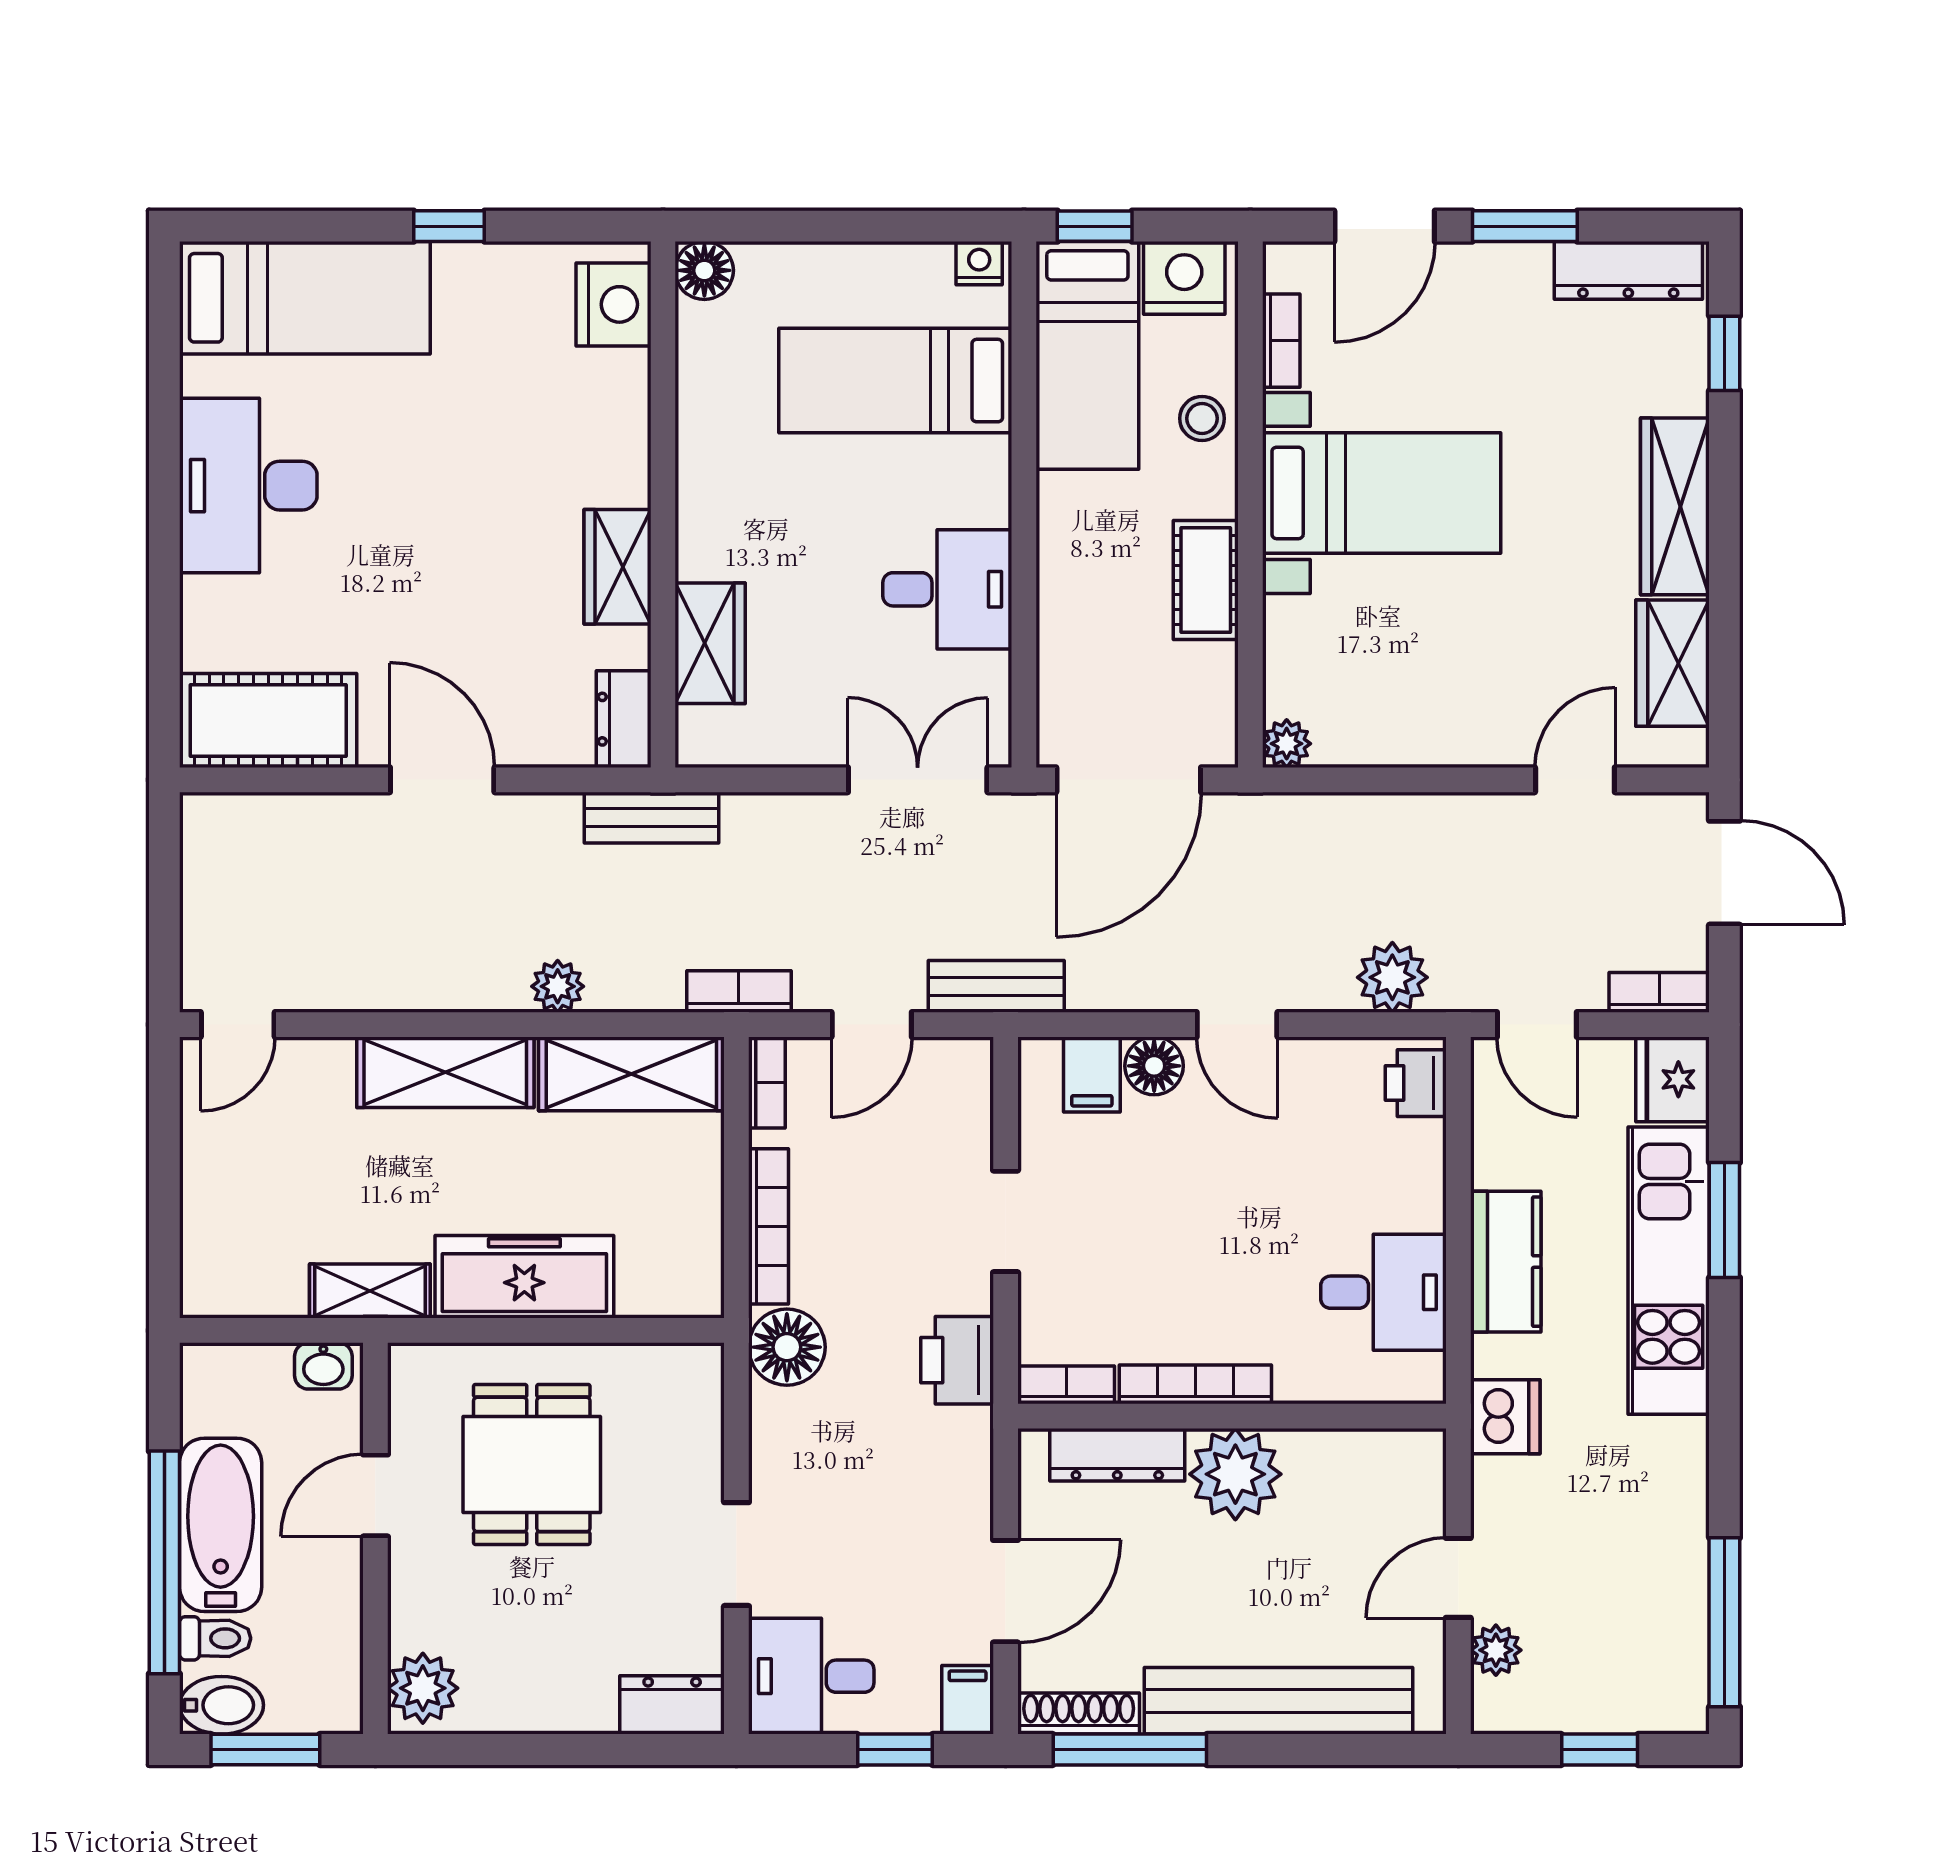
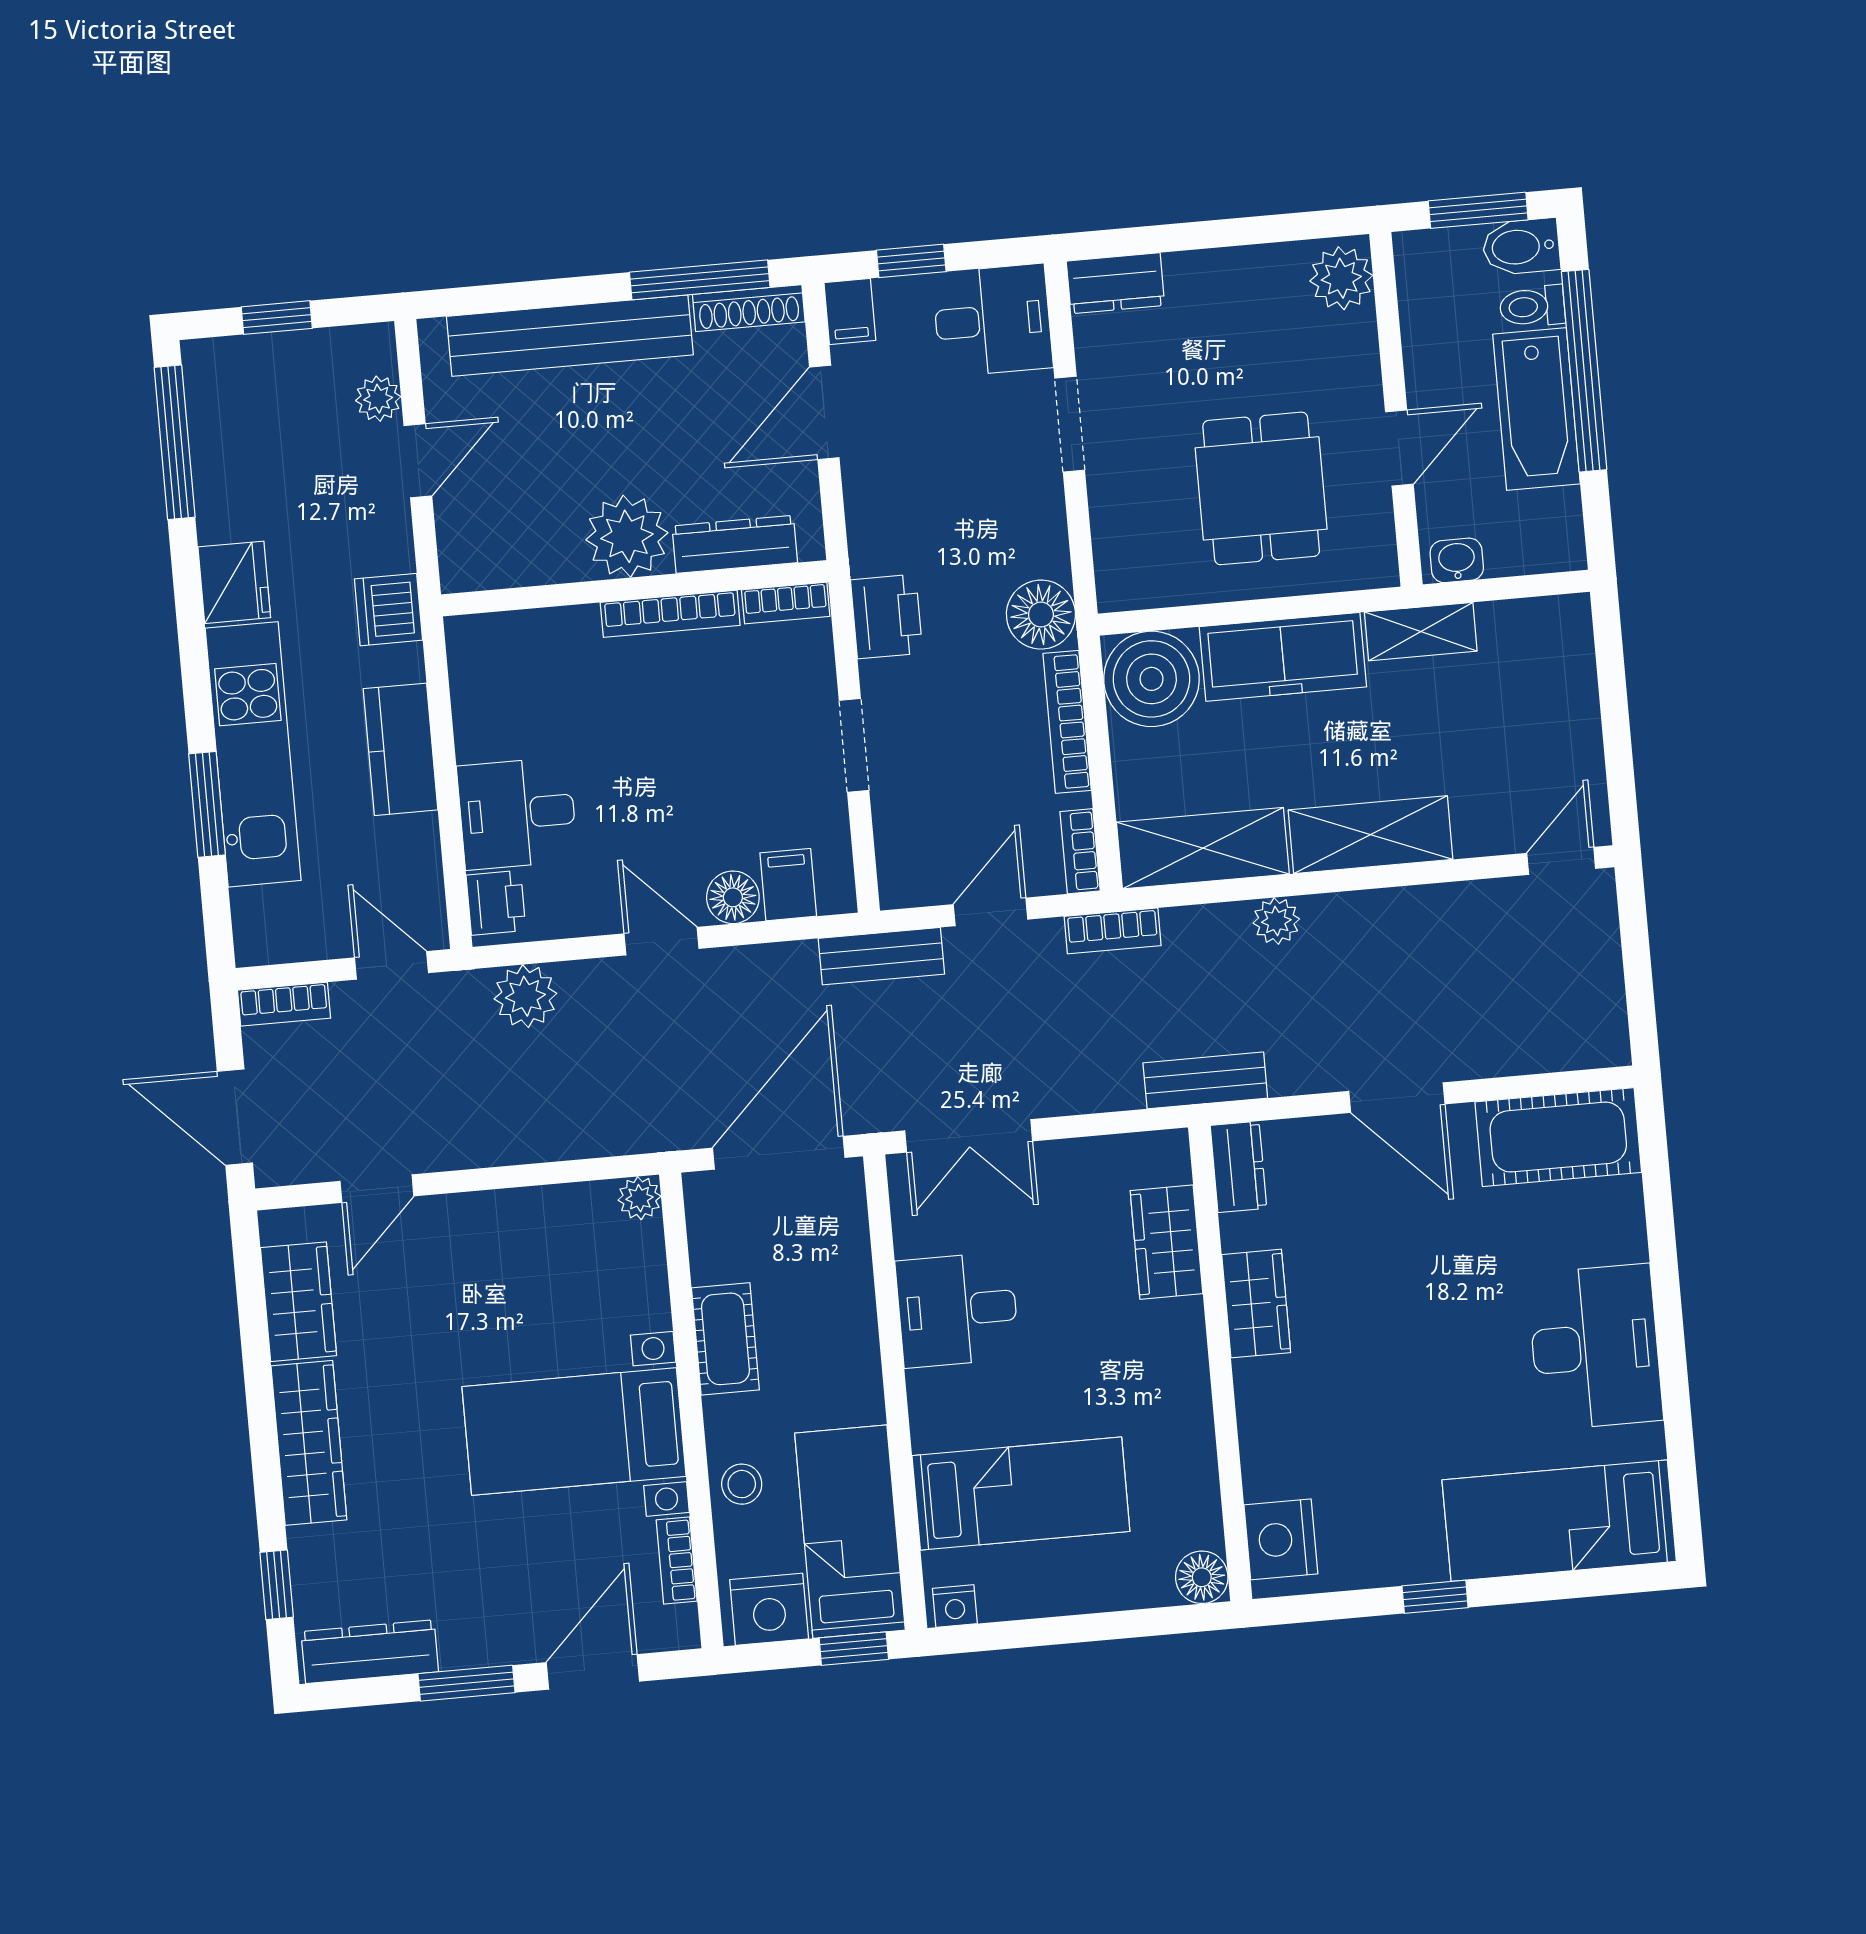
fridge: (1672, 1079) -> (234, 582), moved
boiler: (671, 1265) -> (1151, 679), added
desk: (1383, 1292) -> (517, 813), moved

